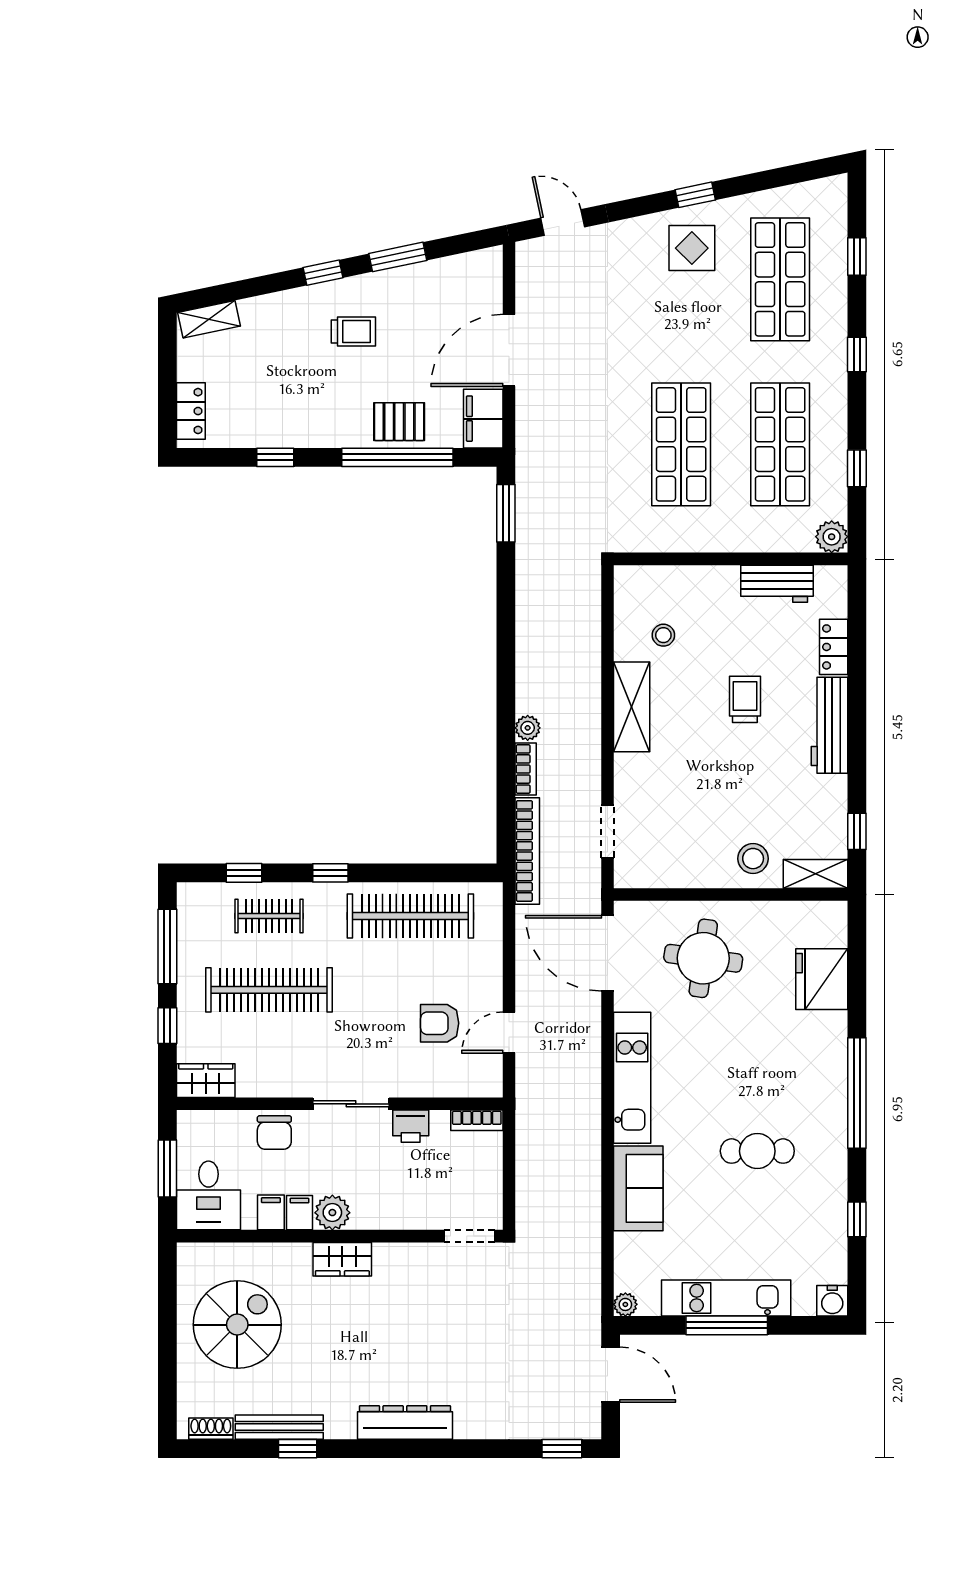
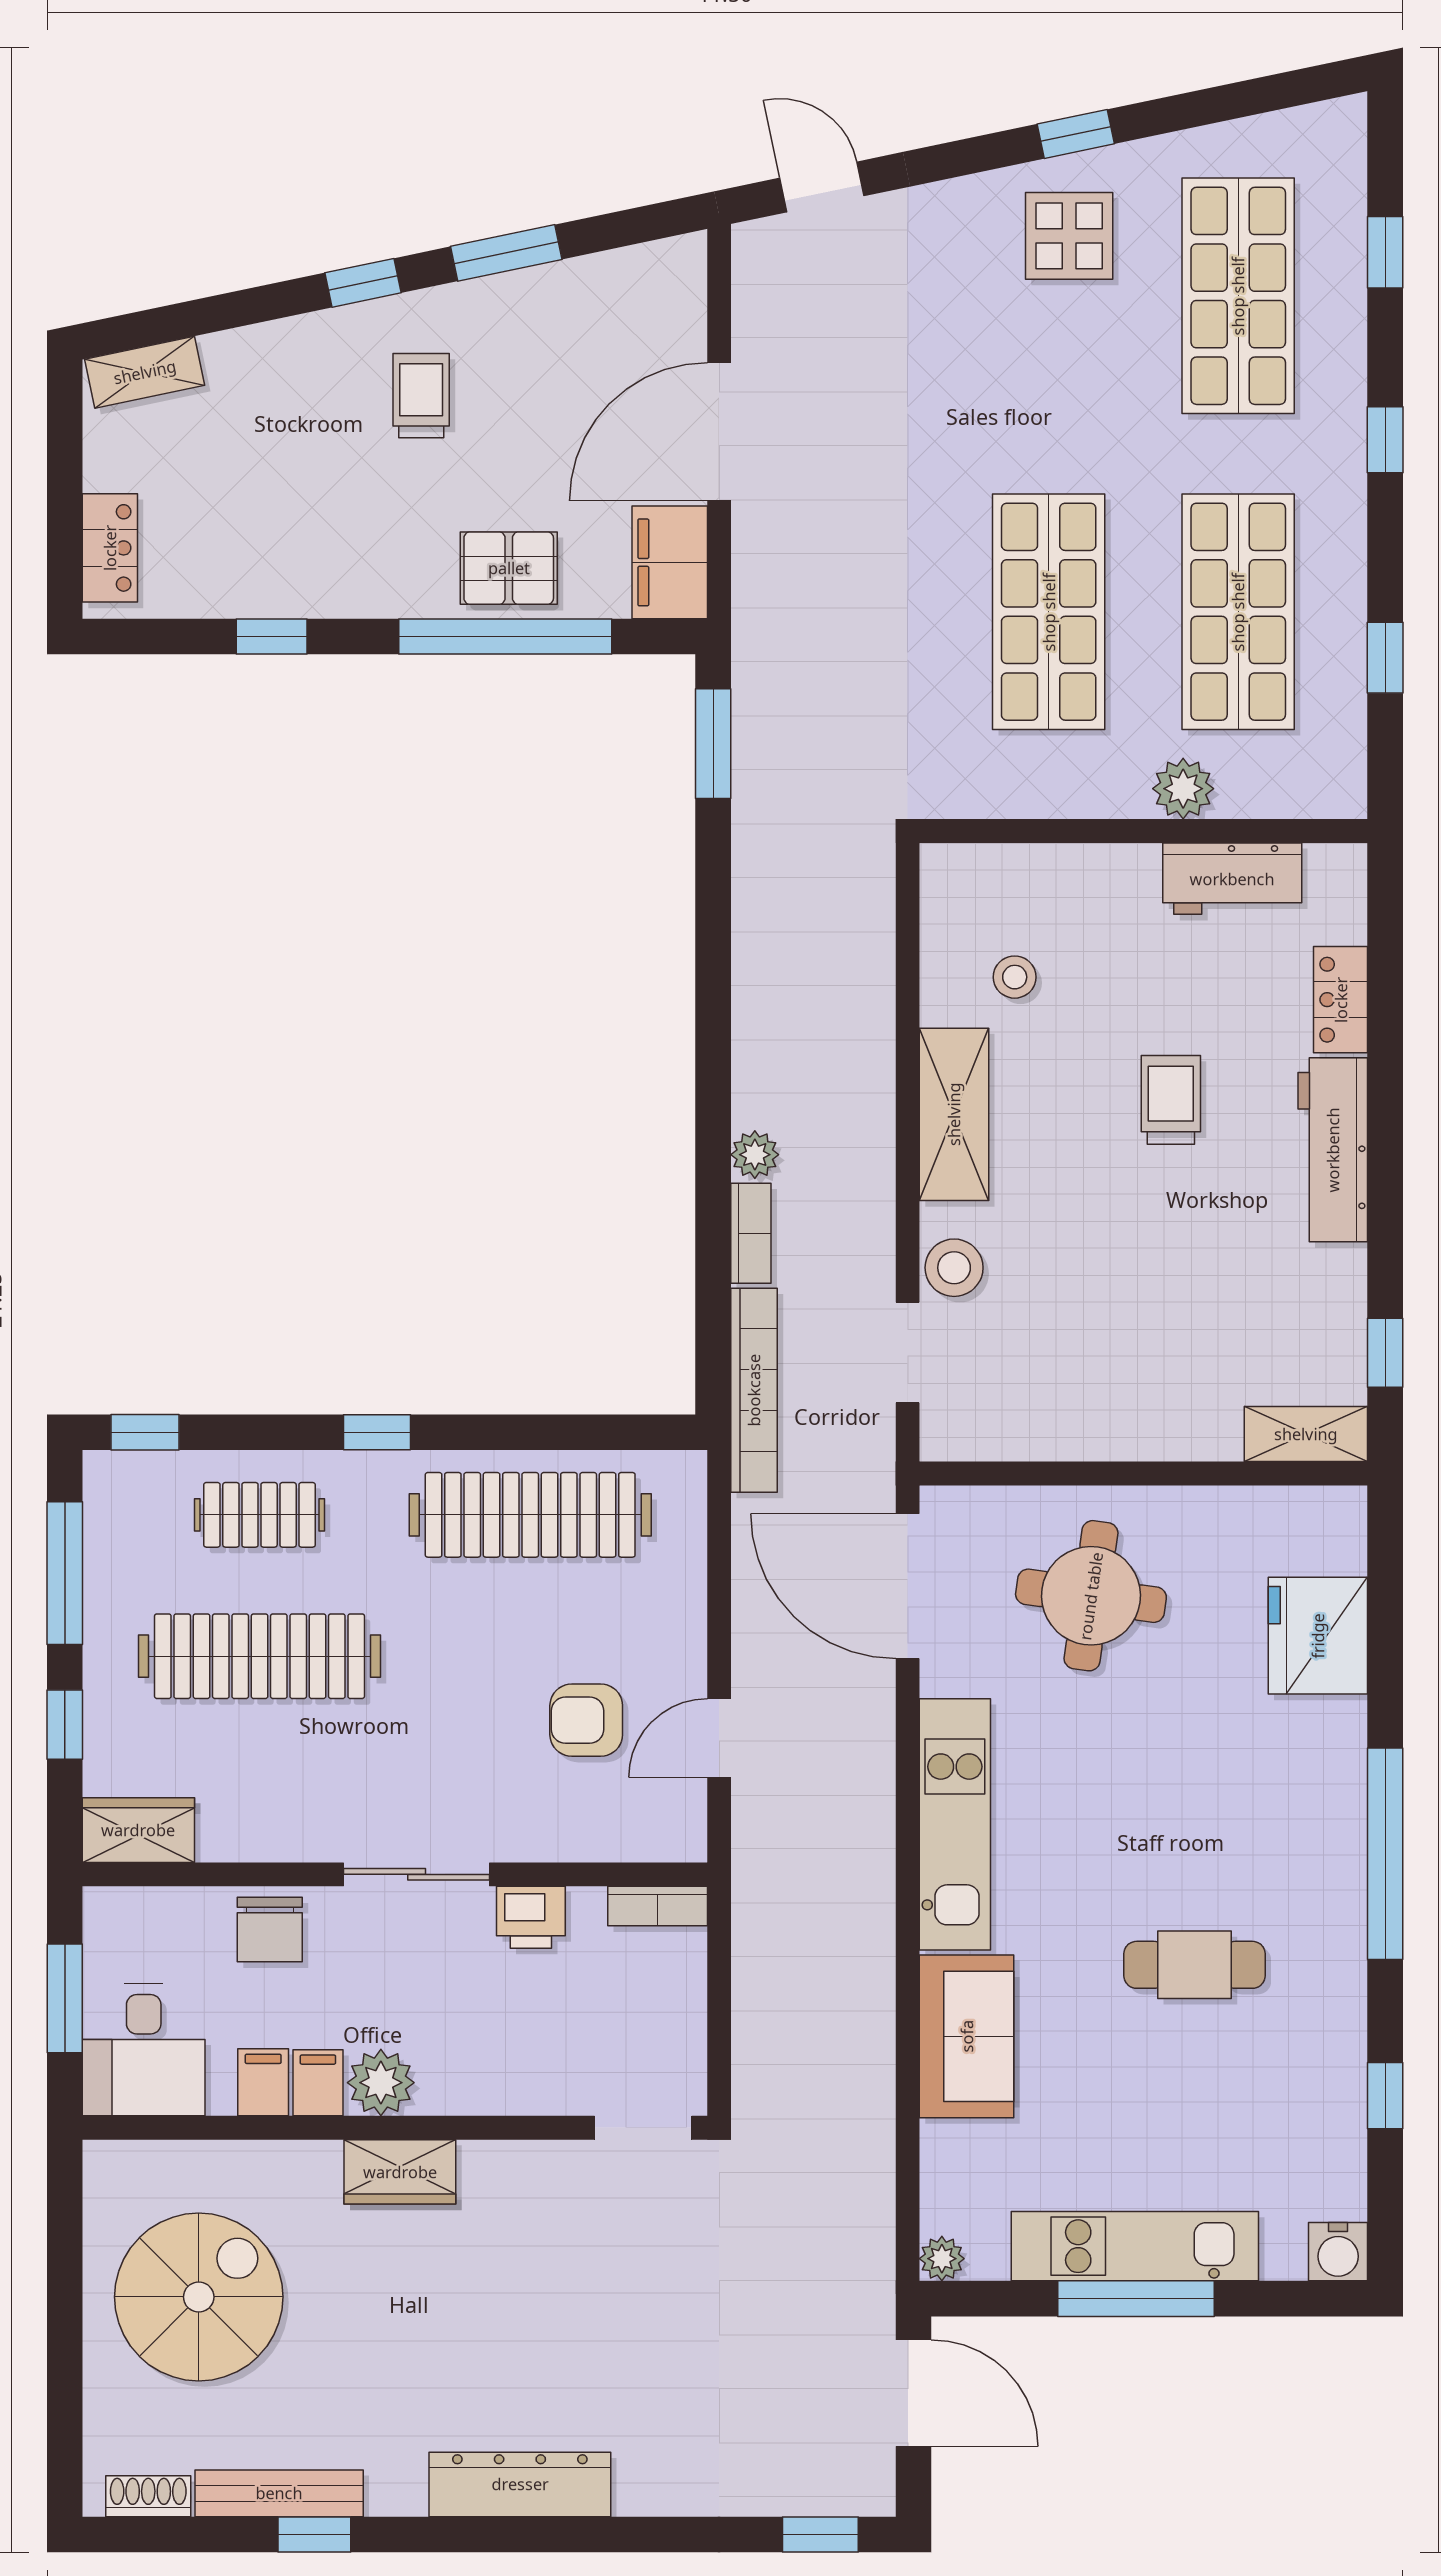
trolley: (353, 332) -> (421, 396), turned -90
plant: (832, 537) -> (1183, 789), moved
stool: (753, 859) -> (954, 1268), moved
window: (244, 873) -> (145, 1432), moved

